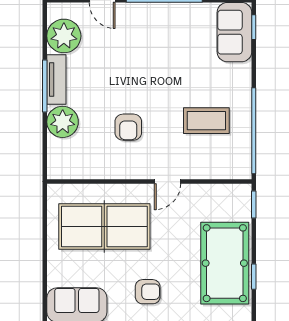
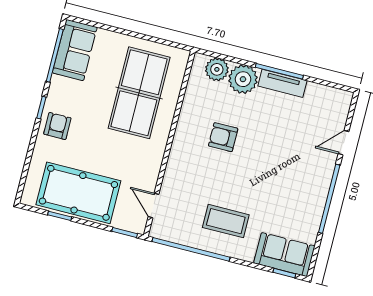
plant: (64, 36) -> (217, 69), moved, width x0.73, depth x0.73
coffee table: (206, 121) -> (226, 221), moved, turned 90
door: (167, 182) -> (154, 206), moved
armchair: (148, 292) -> (57, 126), moved, turned 180

